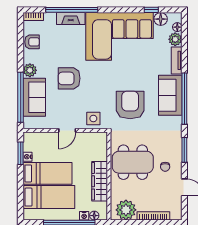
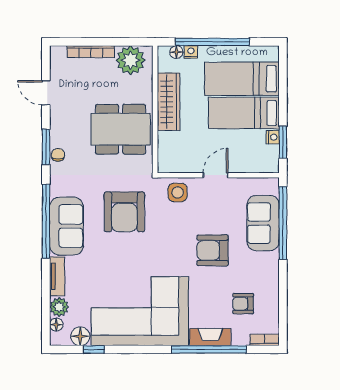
armchair: (32, 42) -> (243, 304), moved
plant: (30, 70) -> (269, 262), removed
armchair: (69, 78) -> (213, 250), turned 180
chair: (165, 167) -> (58, 155), moved

